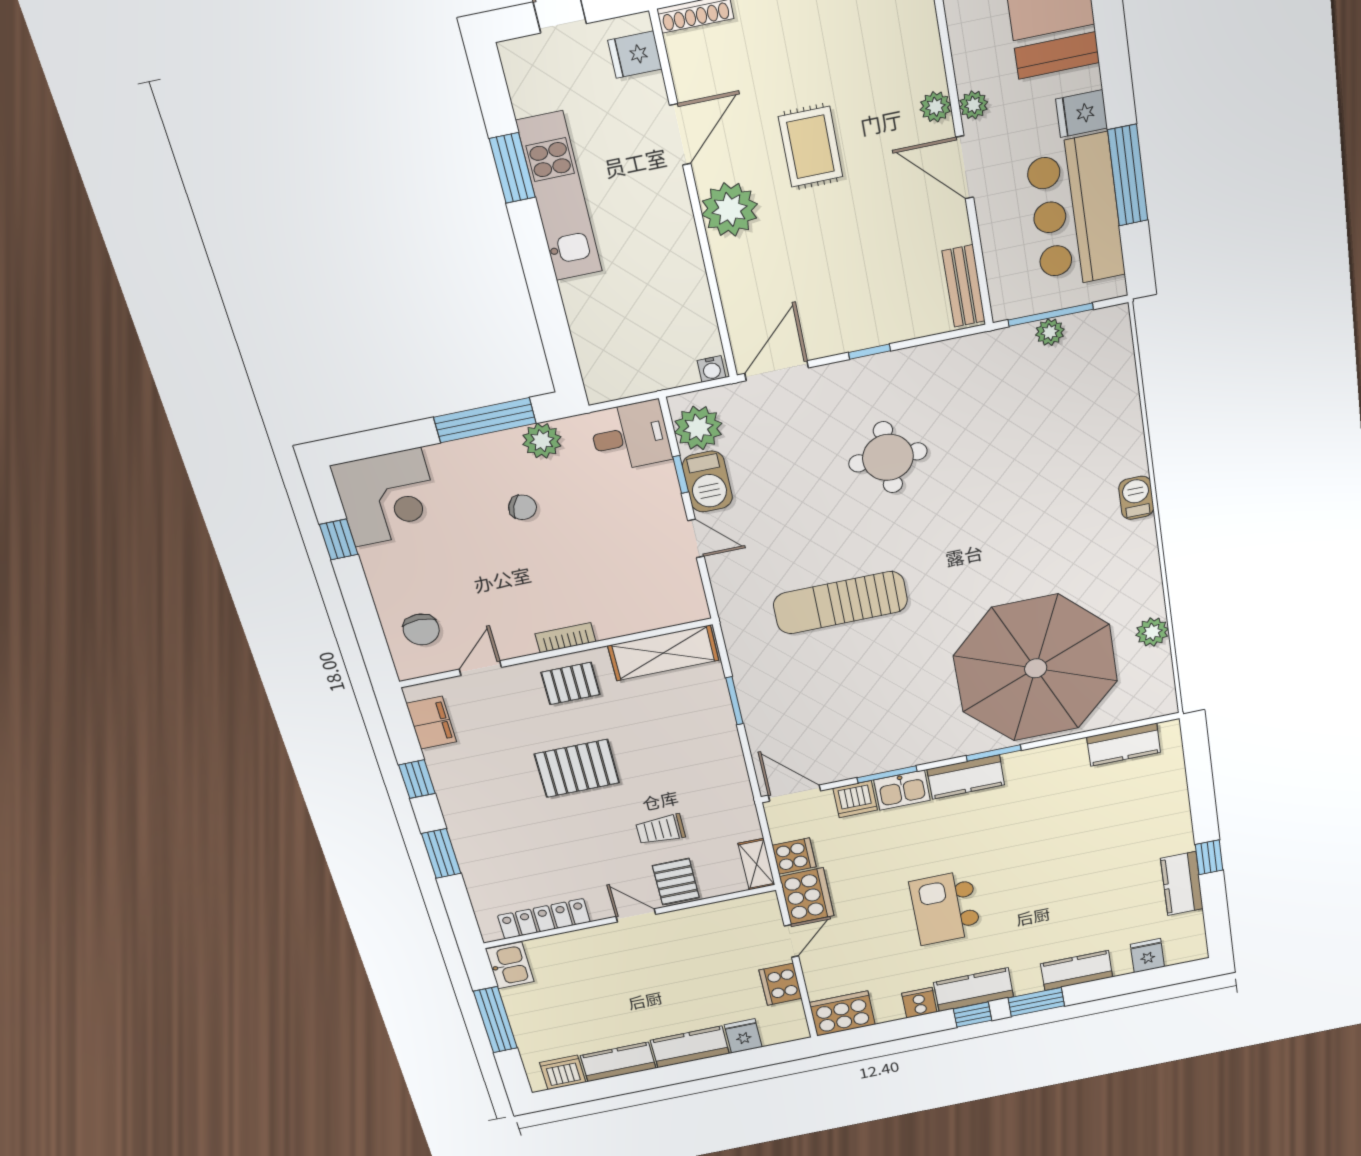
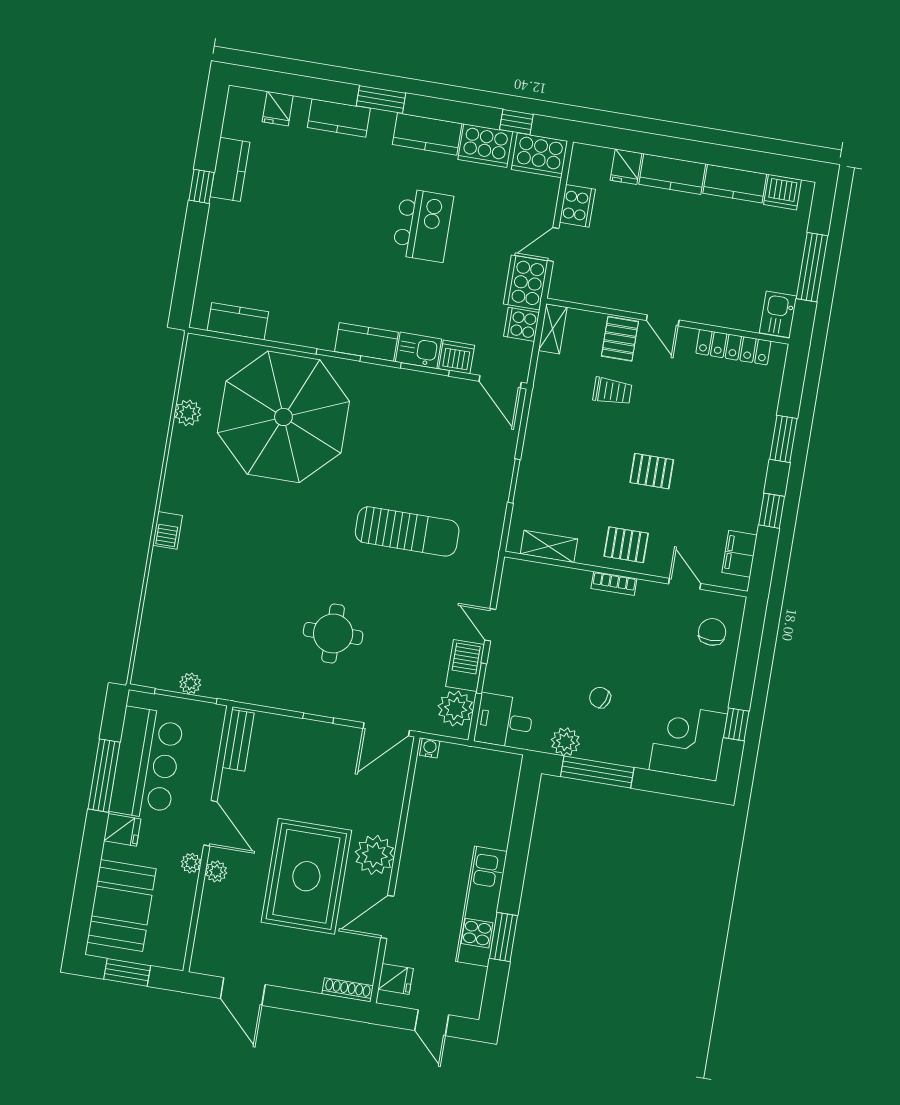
rug: (811, 147) -> (306, 876), width x1.86, depth x2.06
shelving: (663, 653) -> (549, 546), width x0.67, depth x0.75
door: (480, 668) -> (685, 584), swing flipped
pallet: (577, 768) -> (652, 471), width x0.67, depth x0.71
cooker: (919, 1003) -> (485, 146), width x1.87, depth x1.31
window: (973, 1015) -> (516, 122), moved

